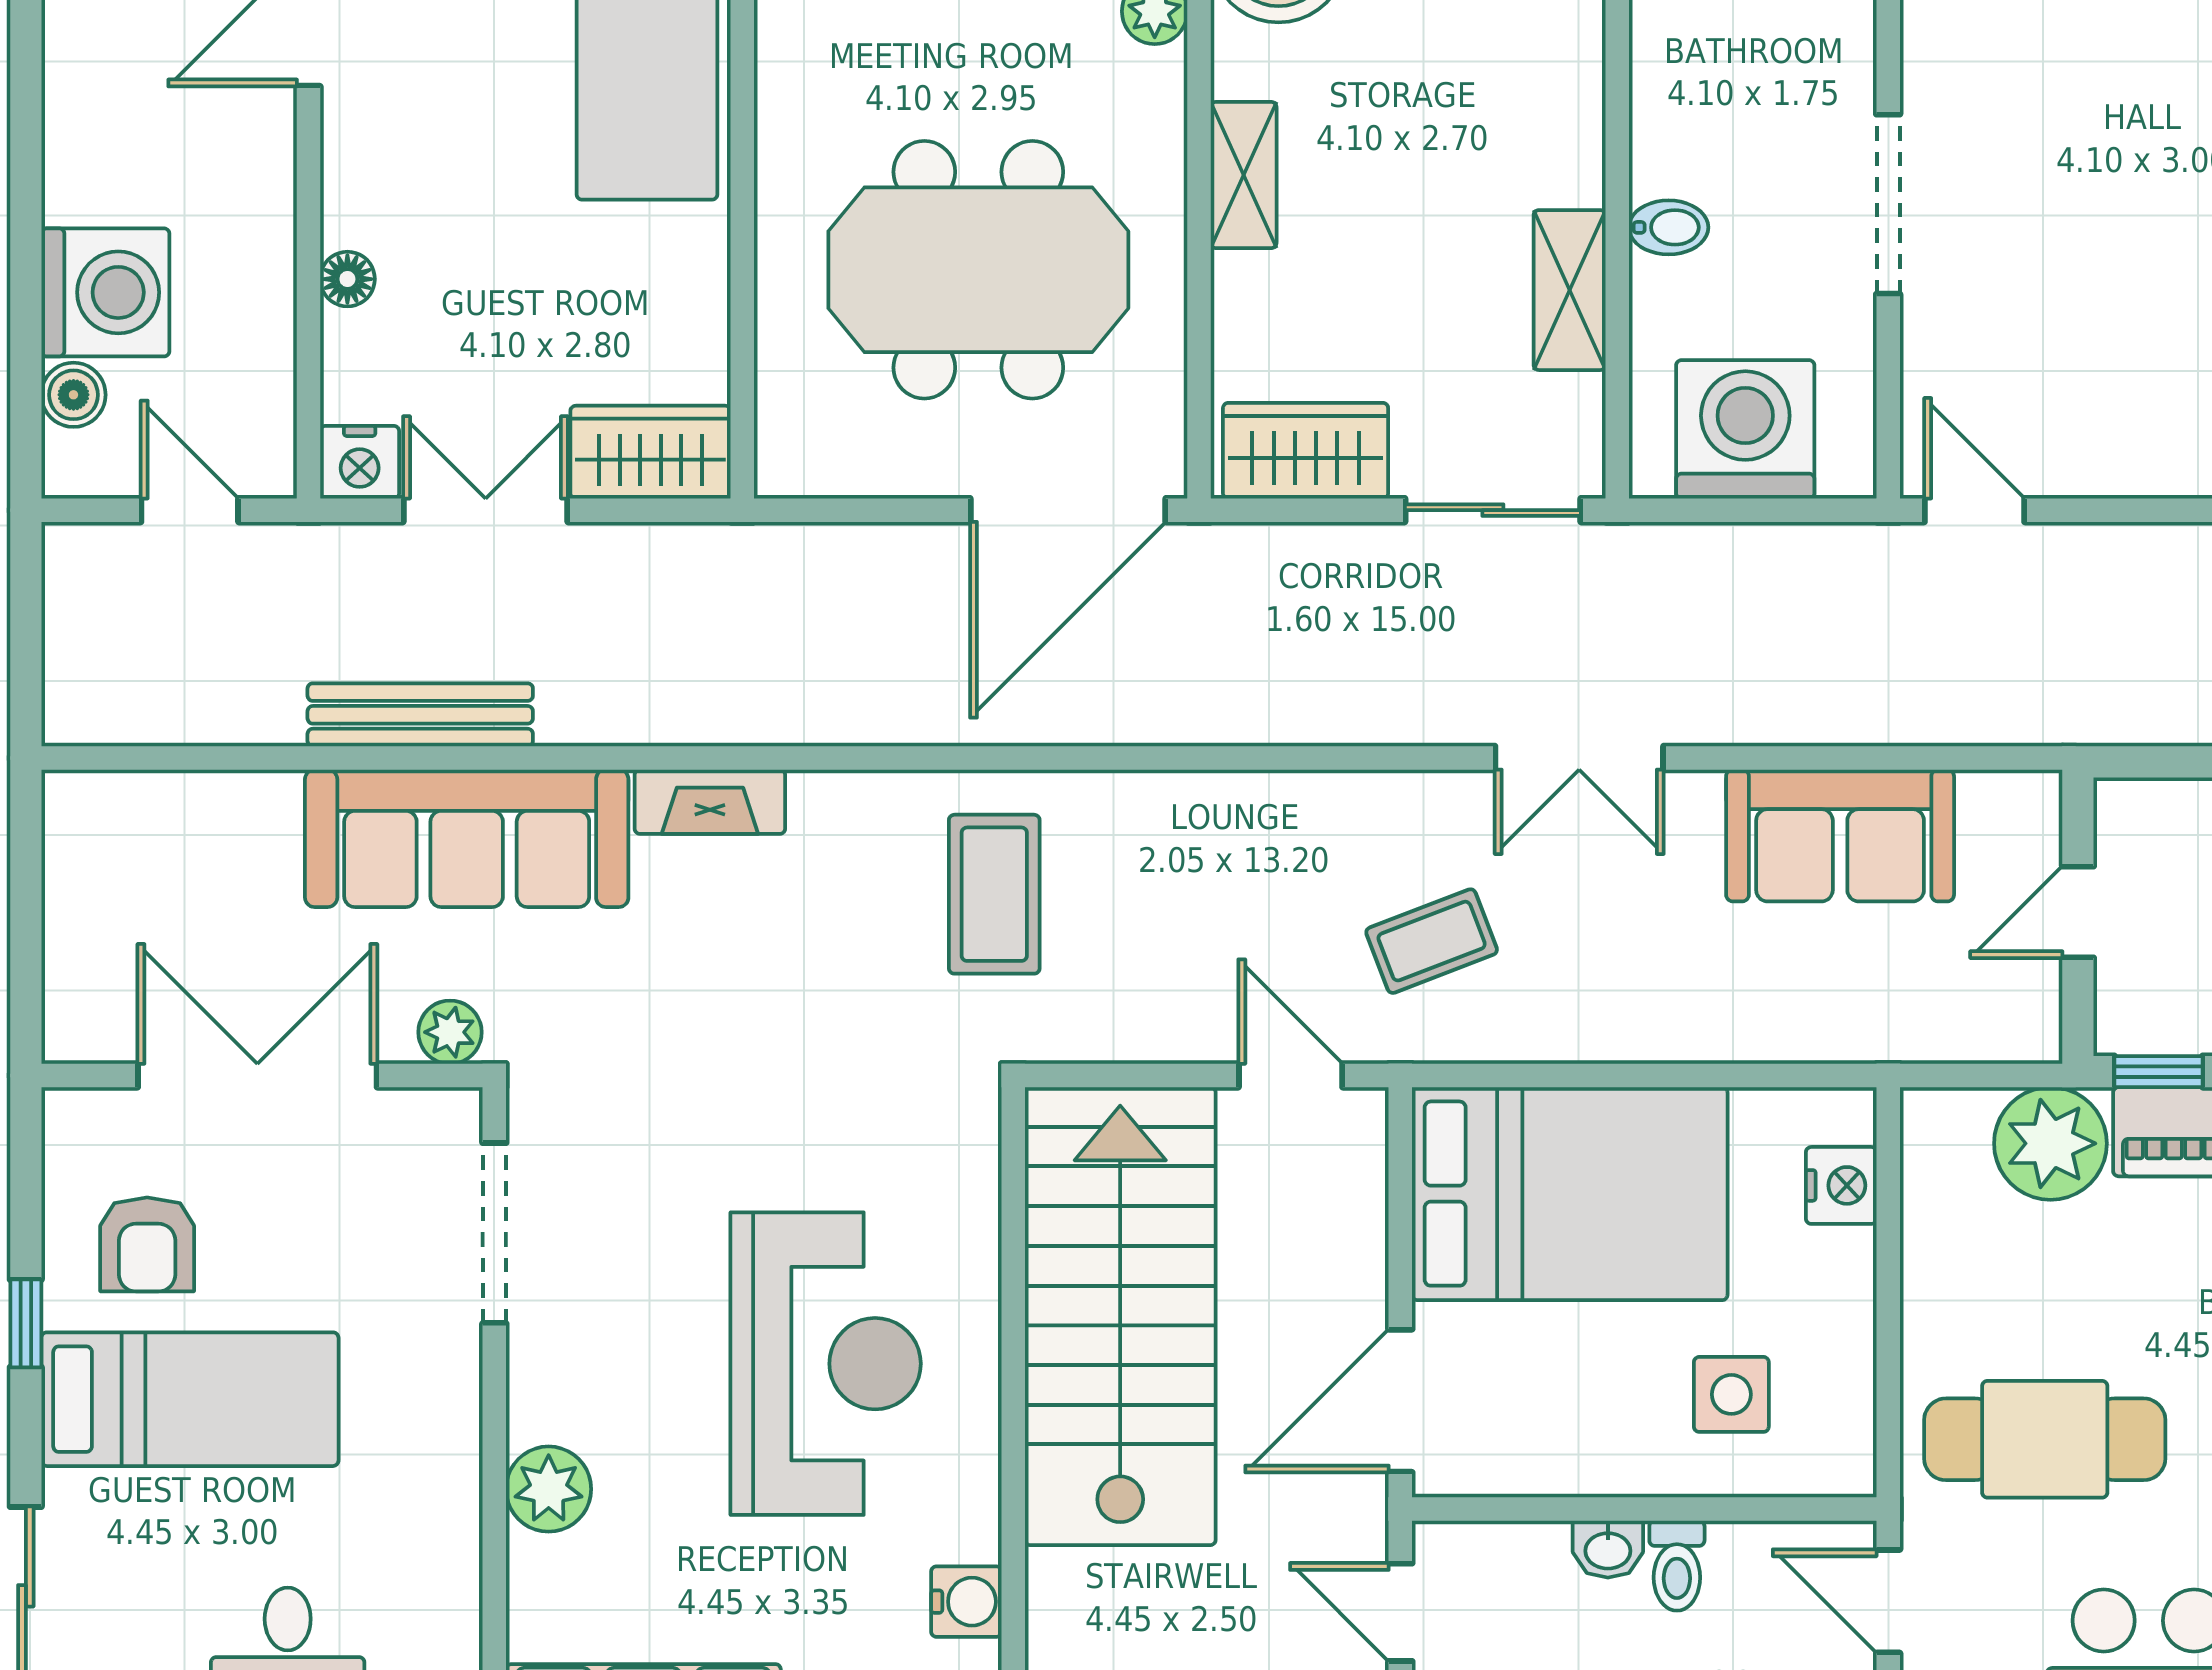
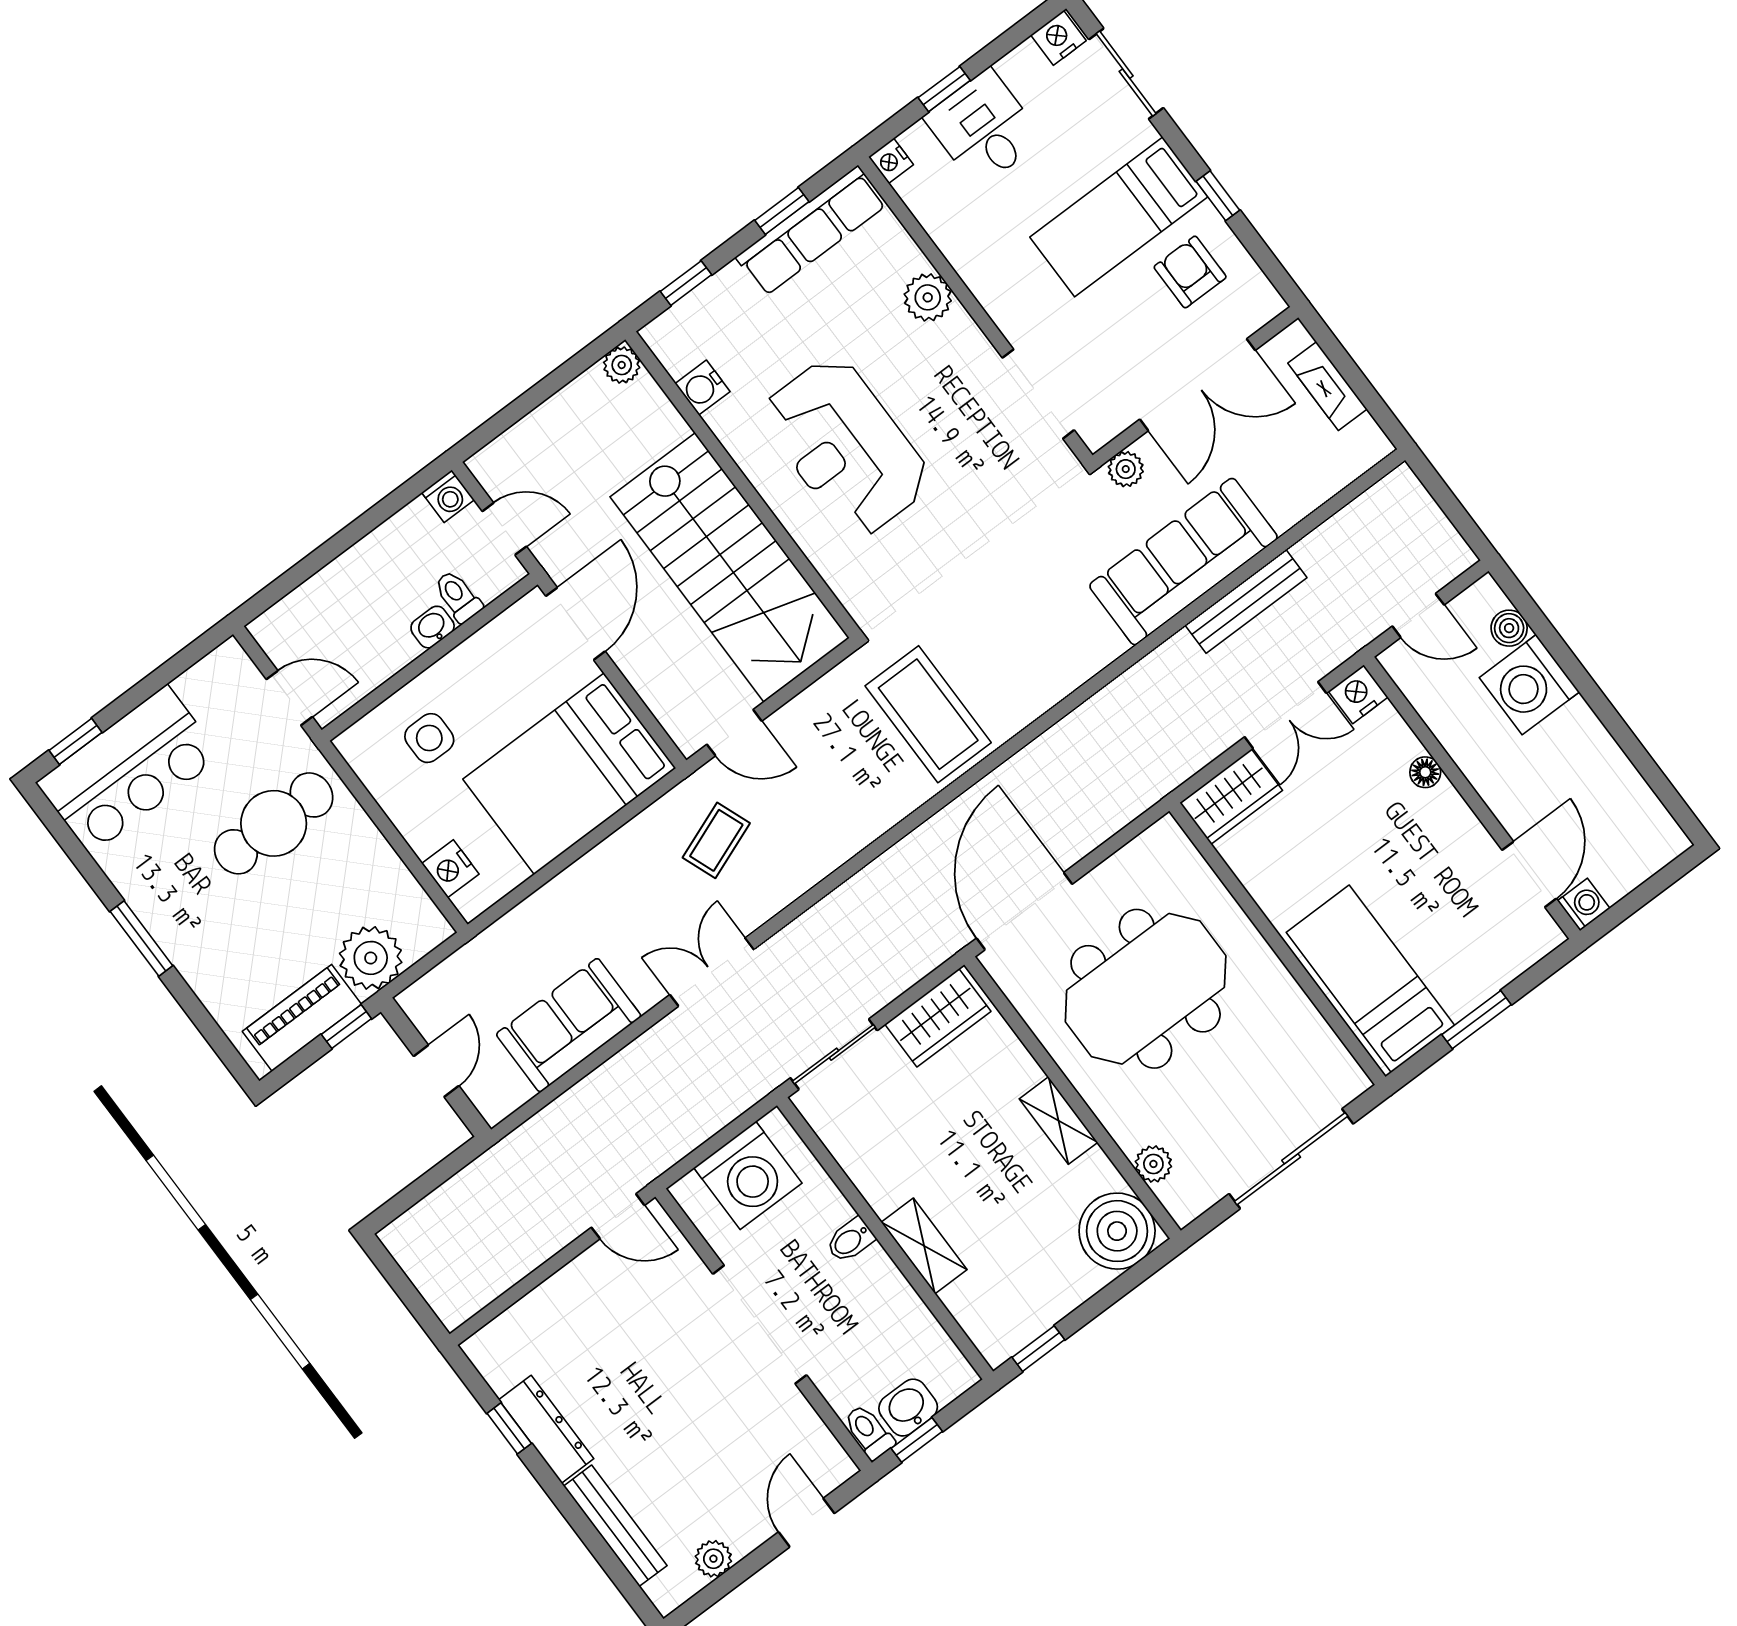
doorway: (1888, 204) -> (760, 1324), width x1.36
shelving: (1570, 290) -> (924, 1246), moved
fireplace: (710, 802) -> (1327, 386), moved, turned -90
coffee table: (994, 894) -> (928, 714), width x1.36, depth x1.32
toilet: (1677, 1566) -> (458, 596), moved

